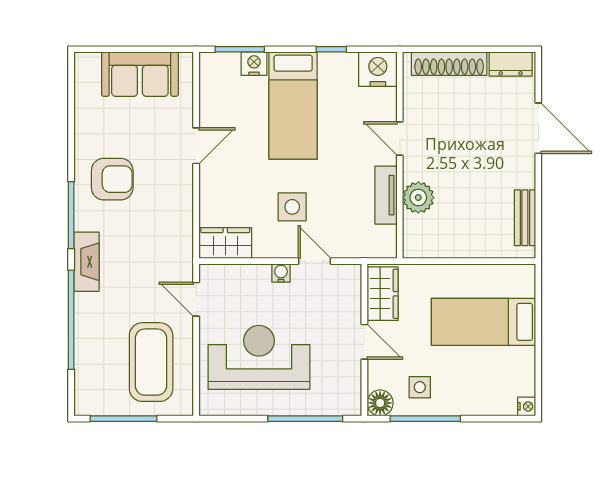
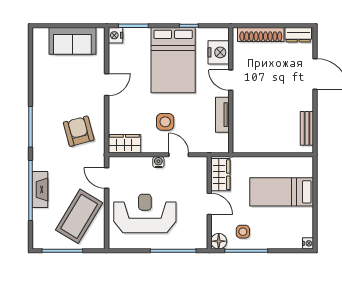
nightstand: (254, 64) -> (115, 35), moved, turned -90
nightstand: (378, 69) -> (219, 52), moved, turned 90
bed: (293, 106) -> (173, 60), width x1.50
armchair: (112, 179) -> (79, 131), moved, turned -105
plant: (418, 198) -> (242, 116), removed
fireplace: (86, 262) -> (40, 189), moved
coffee table: (151, 362) -> (79, 216), turned 31

